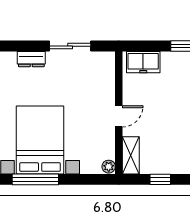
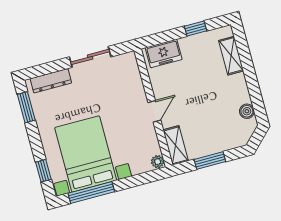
dresser: (31, 59) -> (51, 81), width x1.44
window: (160, 179) -> (210, 161), width x1.50

